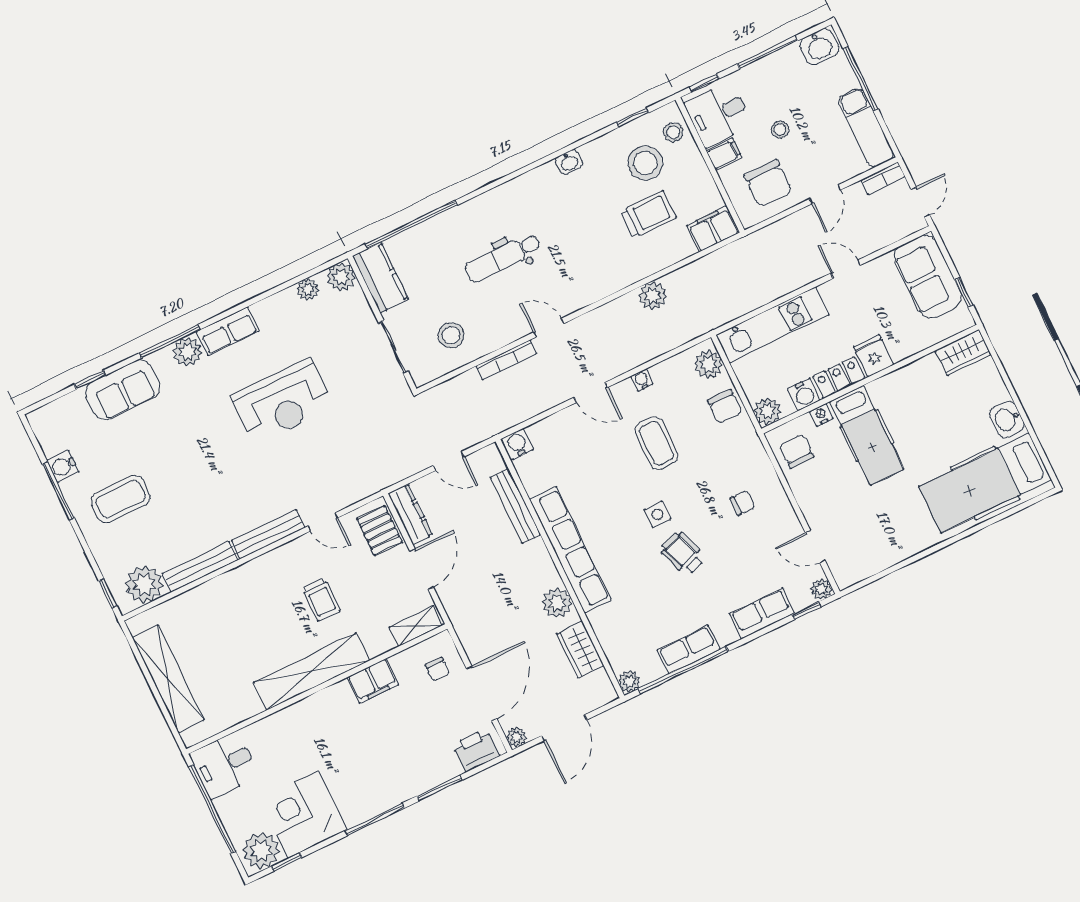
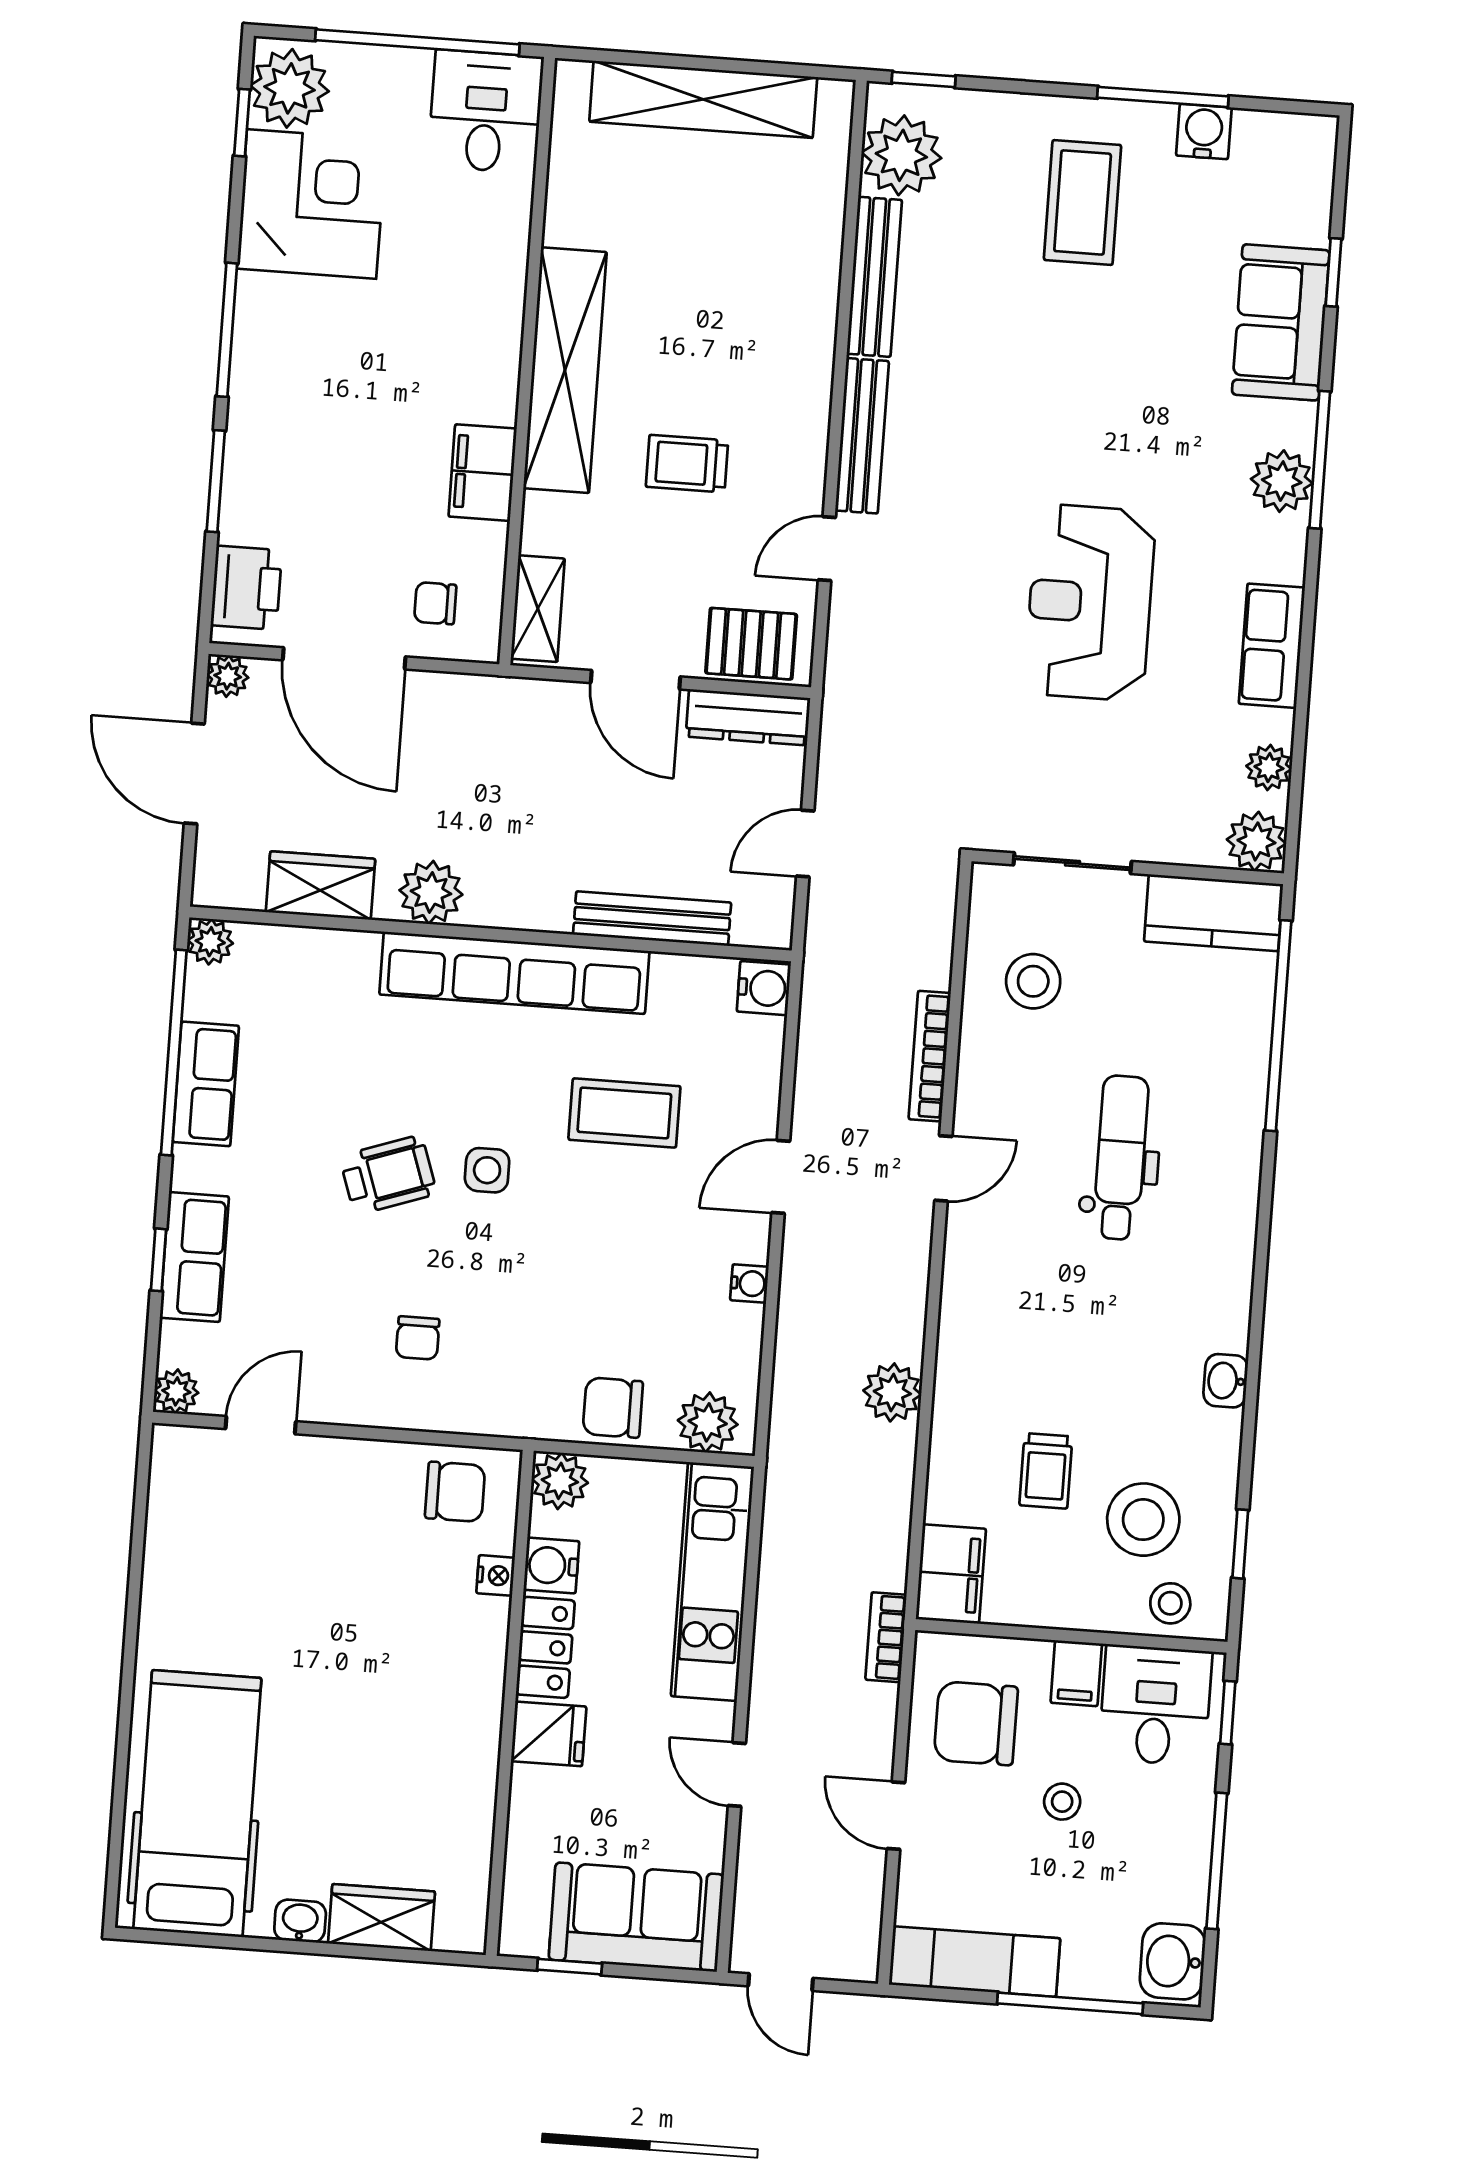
bookcase: (883, 178) -> (886, 1637), moved
trolley: (648, 214) -> (1046, 1471), width x0.73, depth x0.72
door: (846, 269) -> (737, 1774), swing flipped
row of seats: (228, 331) -> (1272, 646), moved
wardrobe: (963, 353) -> (382, 1917), moved, turned 90
washbasin: (1007, 419) -> (300, 1921), width x0.72, depth x0.69
hospital bed: (867, 435) -> (410, 1637), removed
coffee table: (656, 443) -> (624, 1113), moved
window: (806, 611) -> (159, 1260), moved

